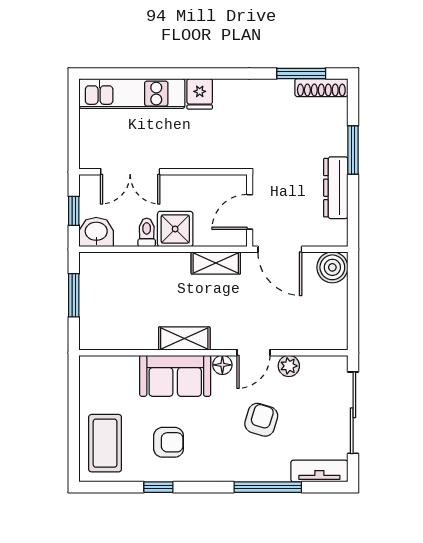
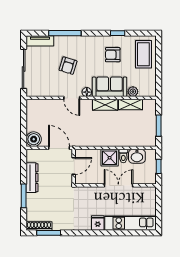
double door: (130, 172) -> (118, 185), moved
washbasin: (96, 232) -> (137, 156), moved
shelving: (216, 263) -> (130, 105), moved
door: (254, 353) -> (72, 98), swing flipped
plant: (289, 366) -> (133, 92), moved

